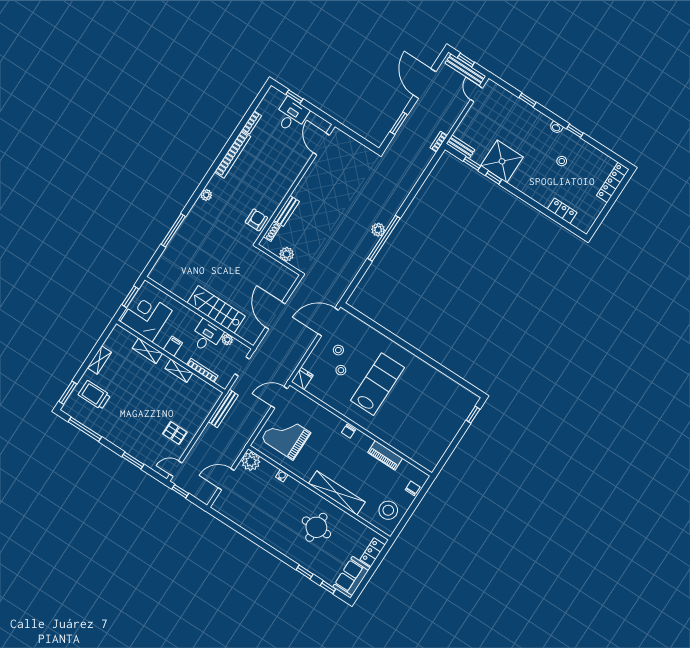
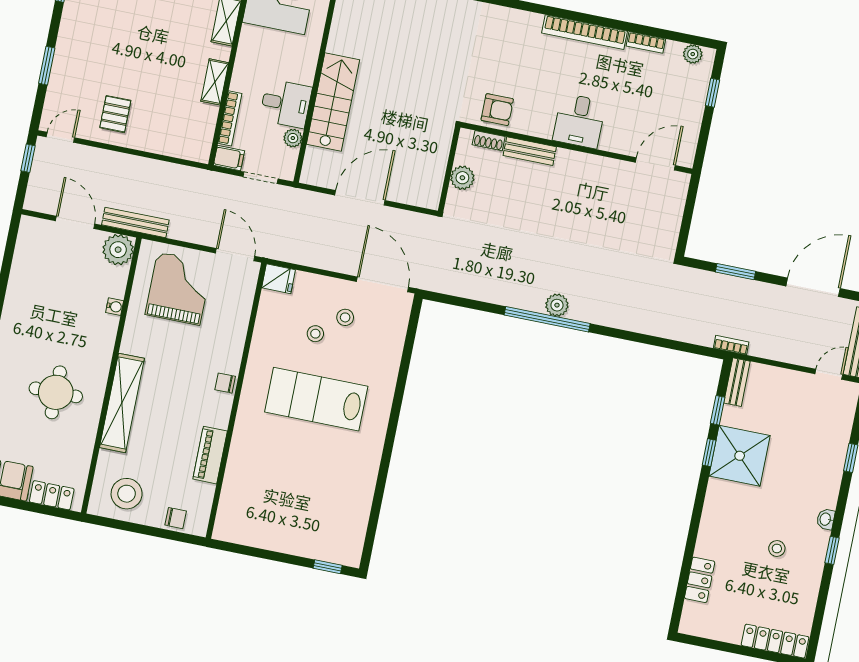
desk: (291, 115) -> (579, 121), moved, turned 90
plant: (206, 195) -> (693, 54), moved
filing cabinet: (173, 346) -> (229, 158), moved
lab bench: (377, 384) -> (316, 399), turned 180
bench: (223, 408) -> (135, 222), moved
door: (176, 469) -> (60, 137), hinge flipped

